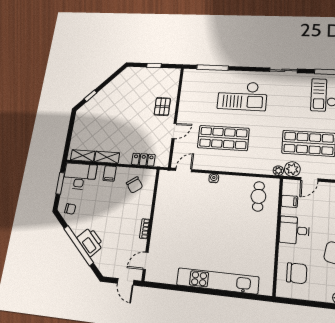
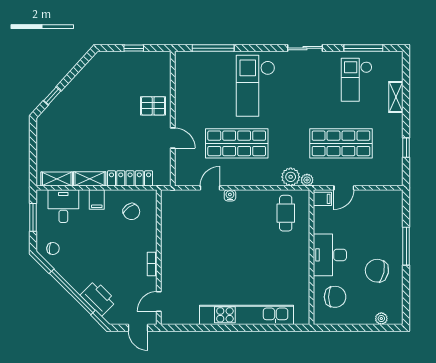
checkout: (242, 96) -> (255, 86), turned 90
pallet: (162, 107) -> (153, 106), turned 90
door: (174, 131) -> (173, 138), hinge flipped
locker: (143, 160) -> (130, 178), width x1.53
plant: (292, 169) -> (291, 177), moved
door: (184, 170) -> (210, 188), moved
desk: (80, 176) -> (63, 206), width x0.73
filing cabinet: (289, 201) -> (322, 199), moved
desk: (294, 230) -> (330, 255), width x1.37
printer: (90, 242) -> (98, 298), moved

